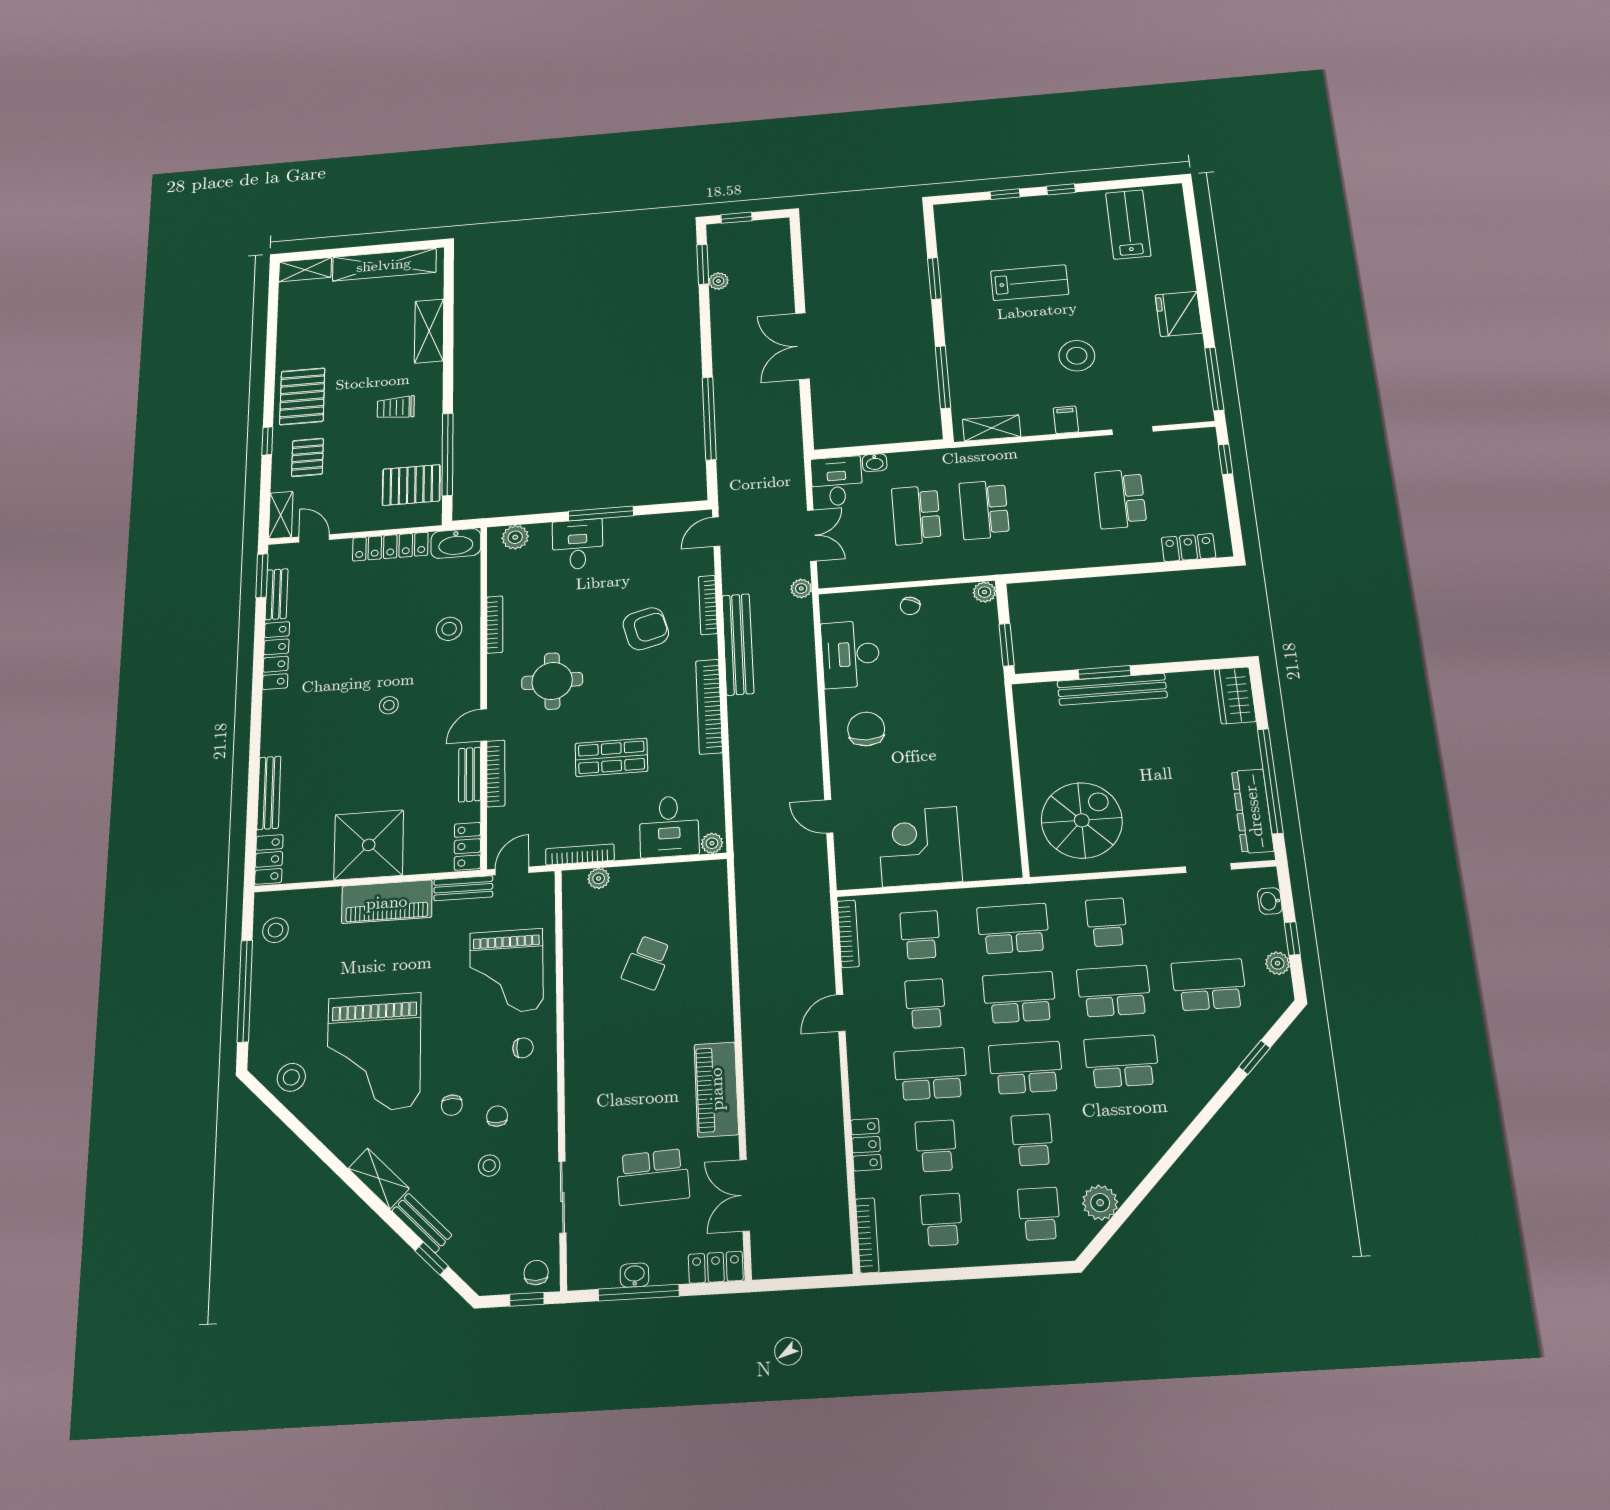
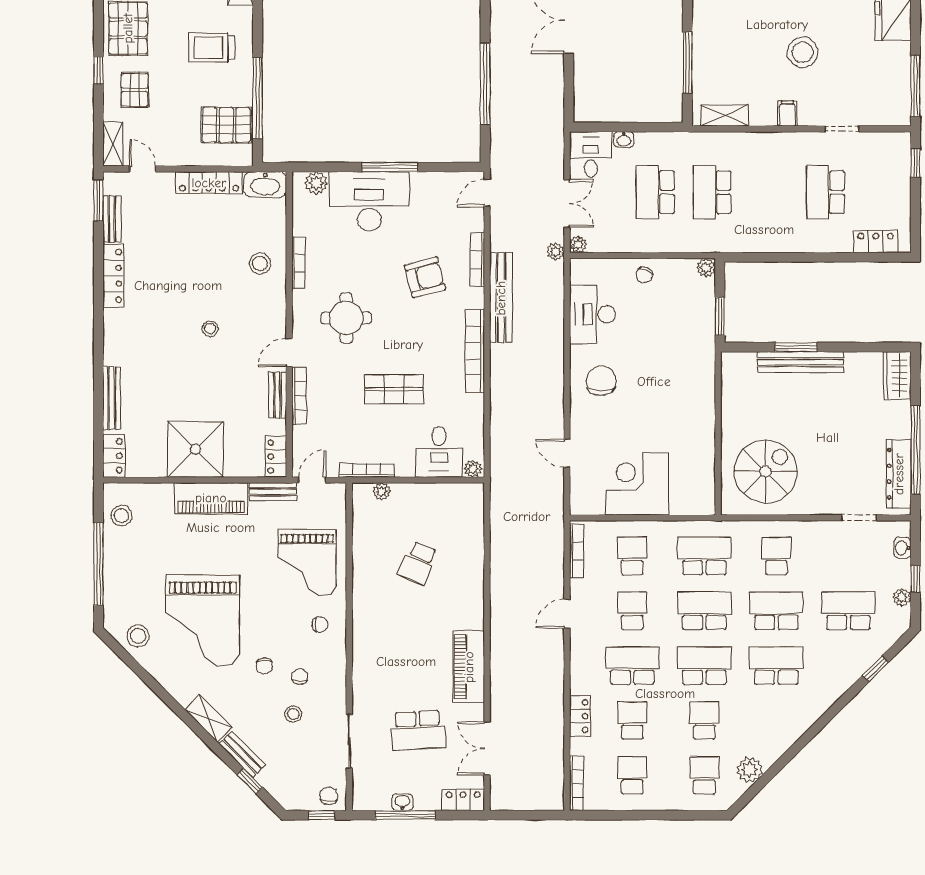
trolley: (396, 408) -> (212, 48), width x1.36, depth x1.39
desk: (578, 544) -> (369, 201), width x1.87, depth x1.30
plant: (828, 579) -> (578, 244), added

